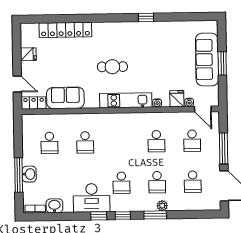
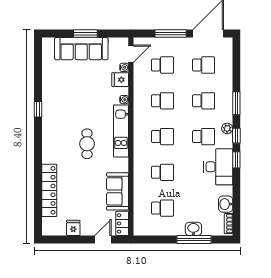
school desk: (121, 142) -> (162, 137), added
plant: (162, 206) -> (227, 128), moved

